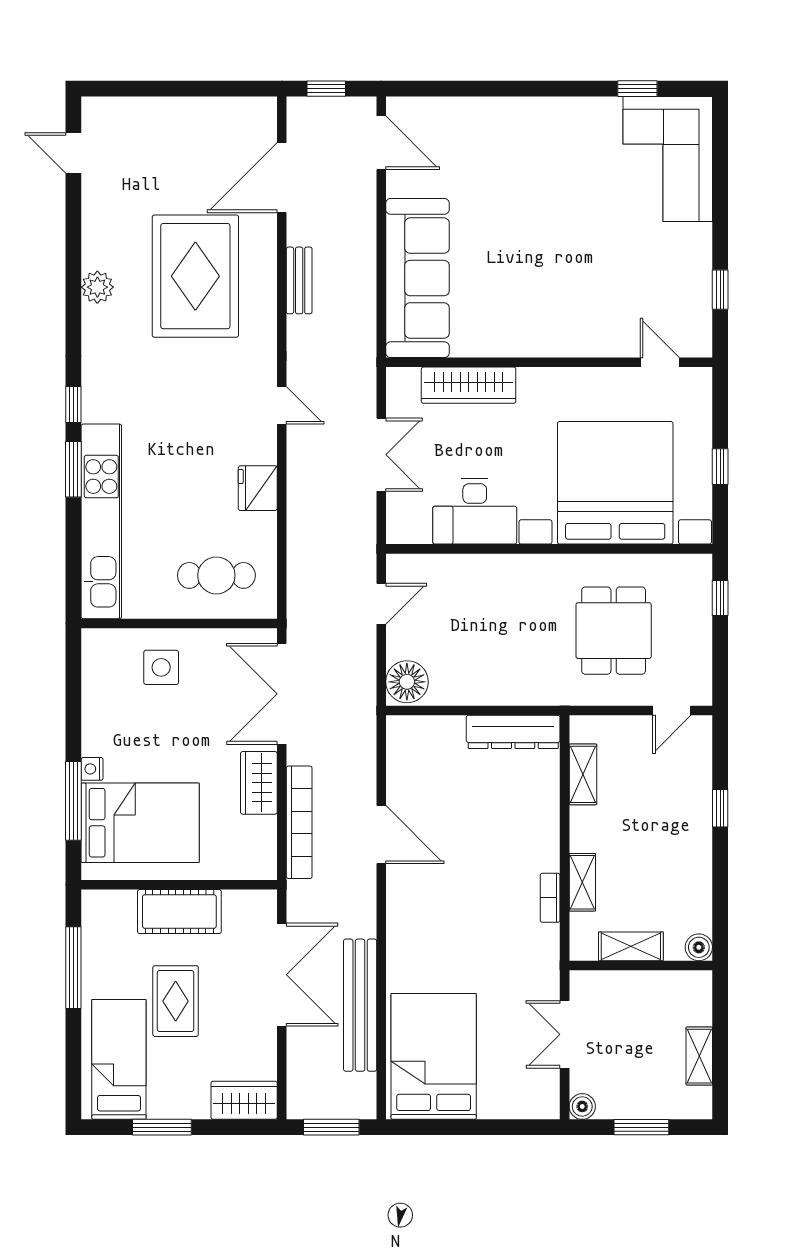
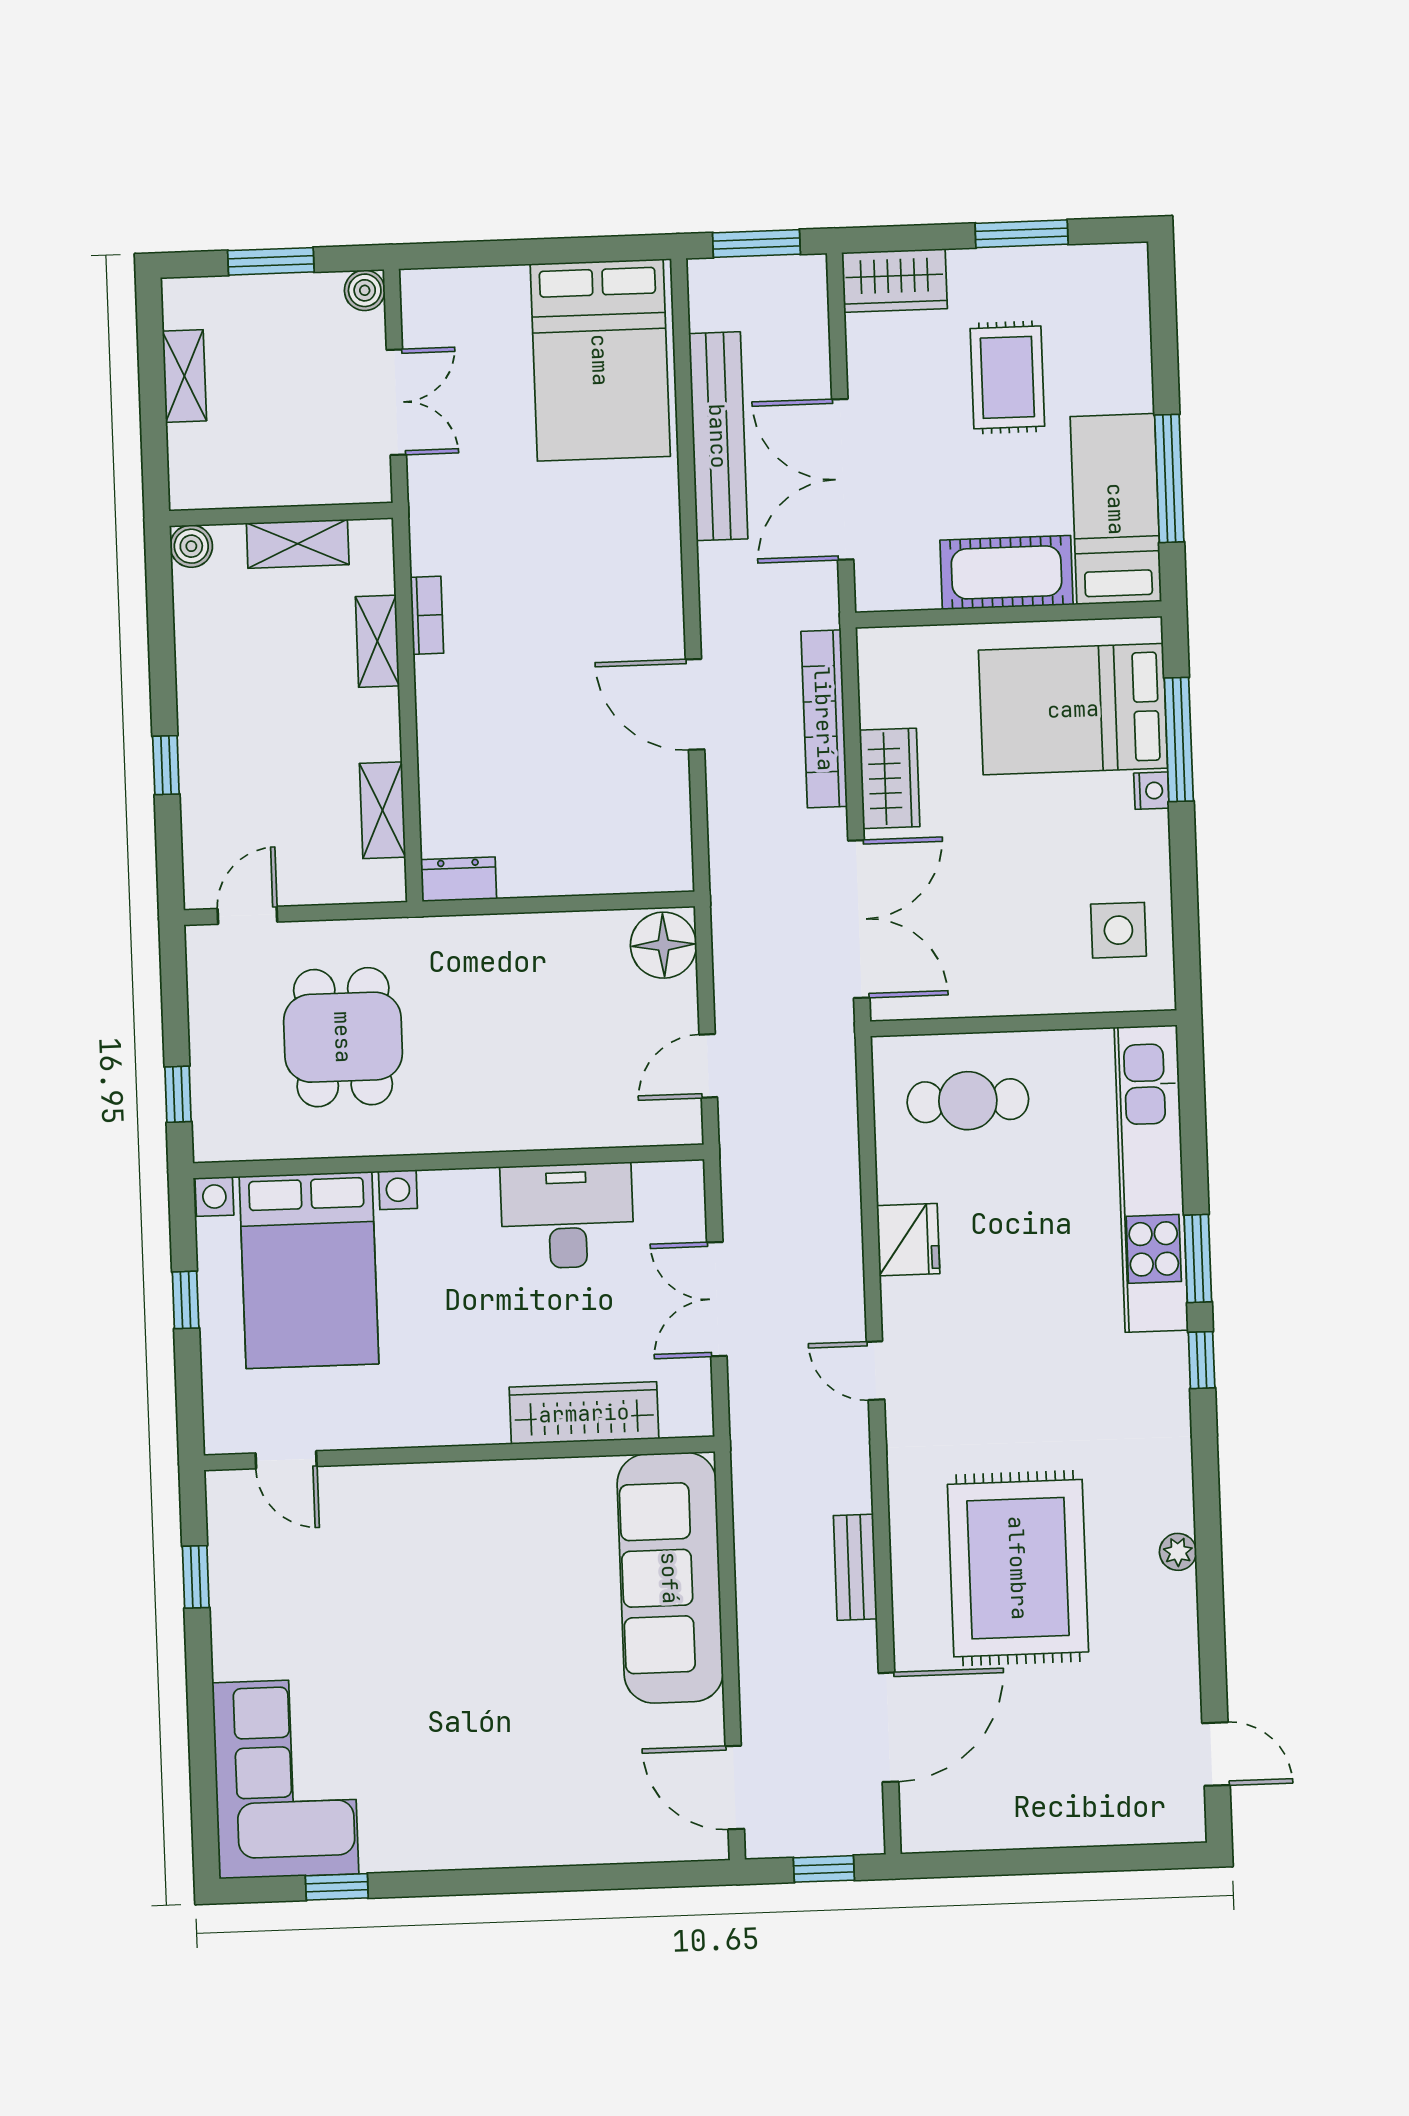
plant: (97, 287) -> (1178, 1552), width x0.73, depth x0.73
bed with nightstands: (615, 483) -> (309, 1270), width x0.73
side table: (161, 667) -> (1118, 930), moved
dresser: (513, 732) -> (459, 879), width x0.51, depth x0.80
rug: (176, 1001) -> (1007, 377), moved
bed: (119, 1059) -> (1116, 509), moved, turned 180

